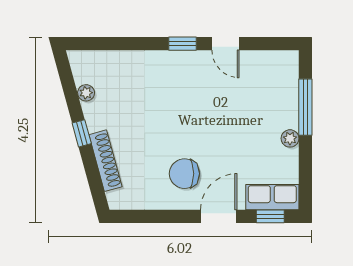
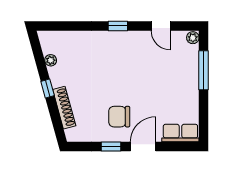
door: (226, 44) -> (161, 26), moved
plant: (290, 138) -> (193, 38), moved
window: (270, 216) -> (111, 146), moved

